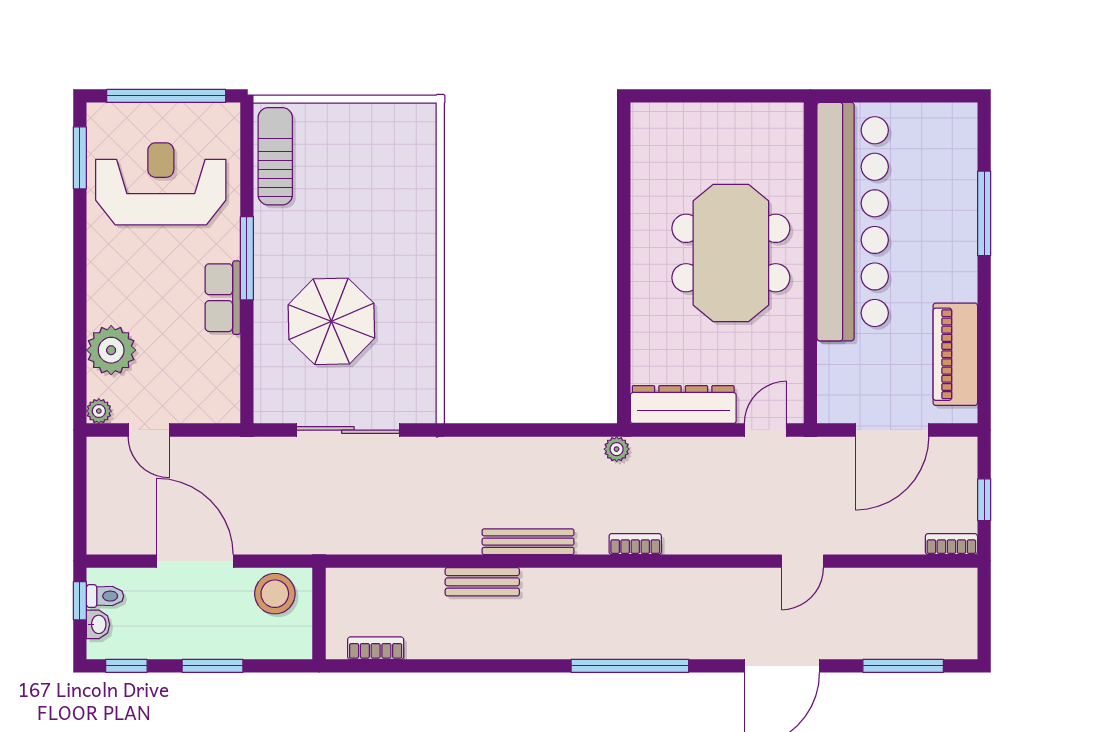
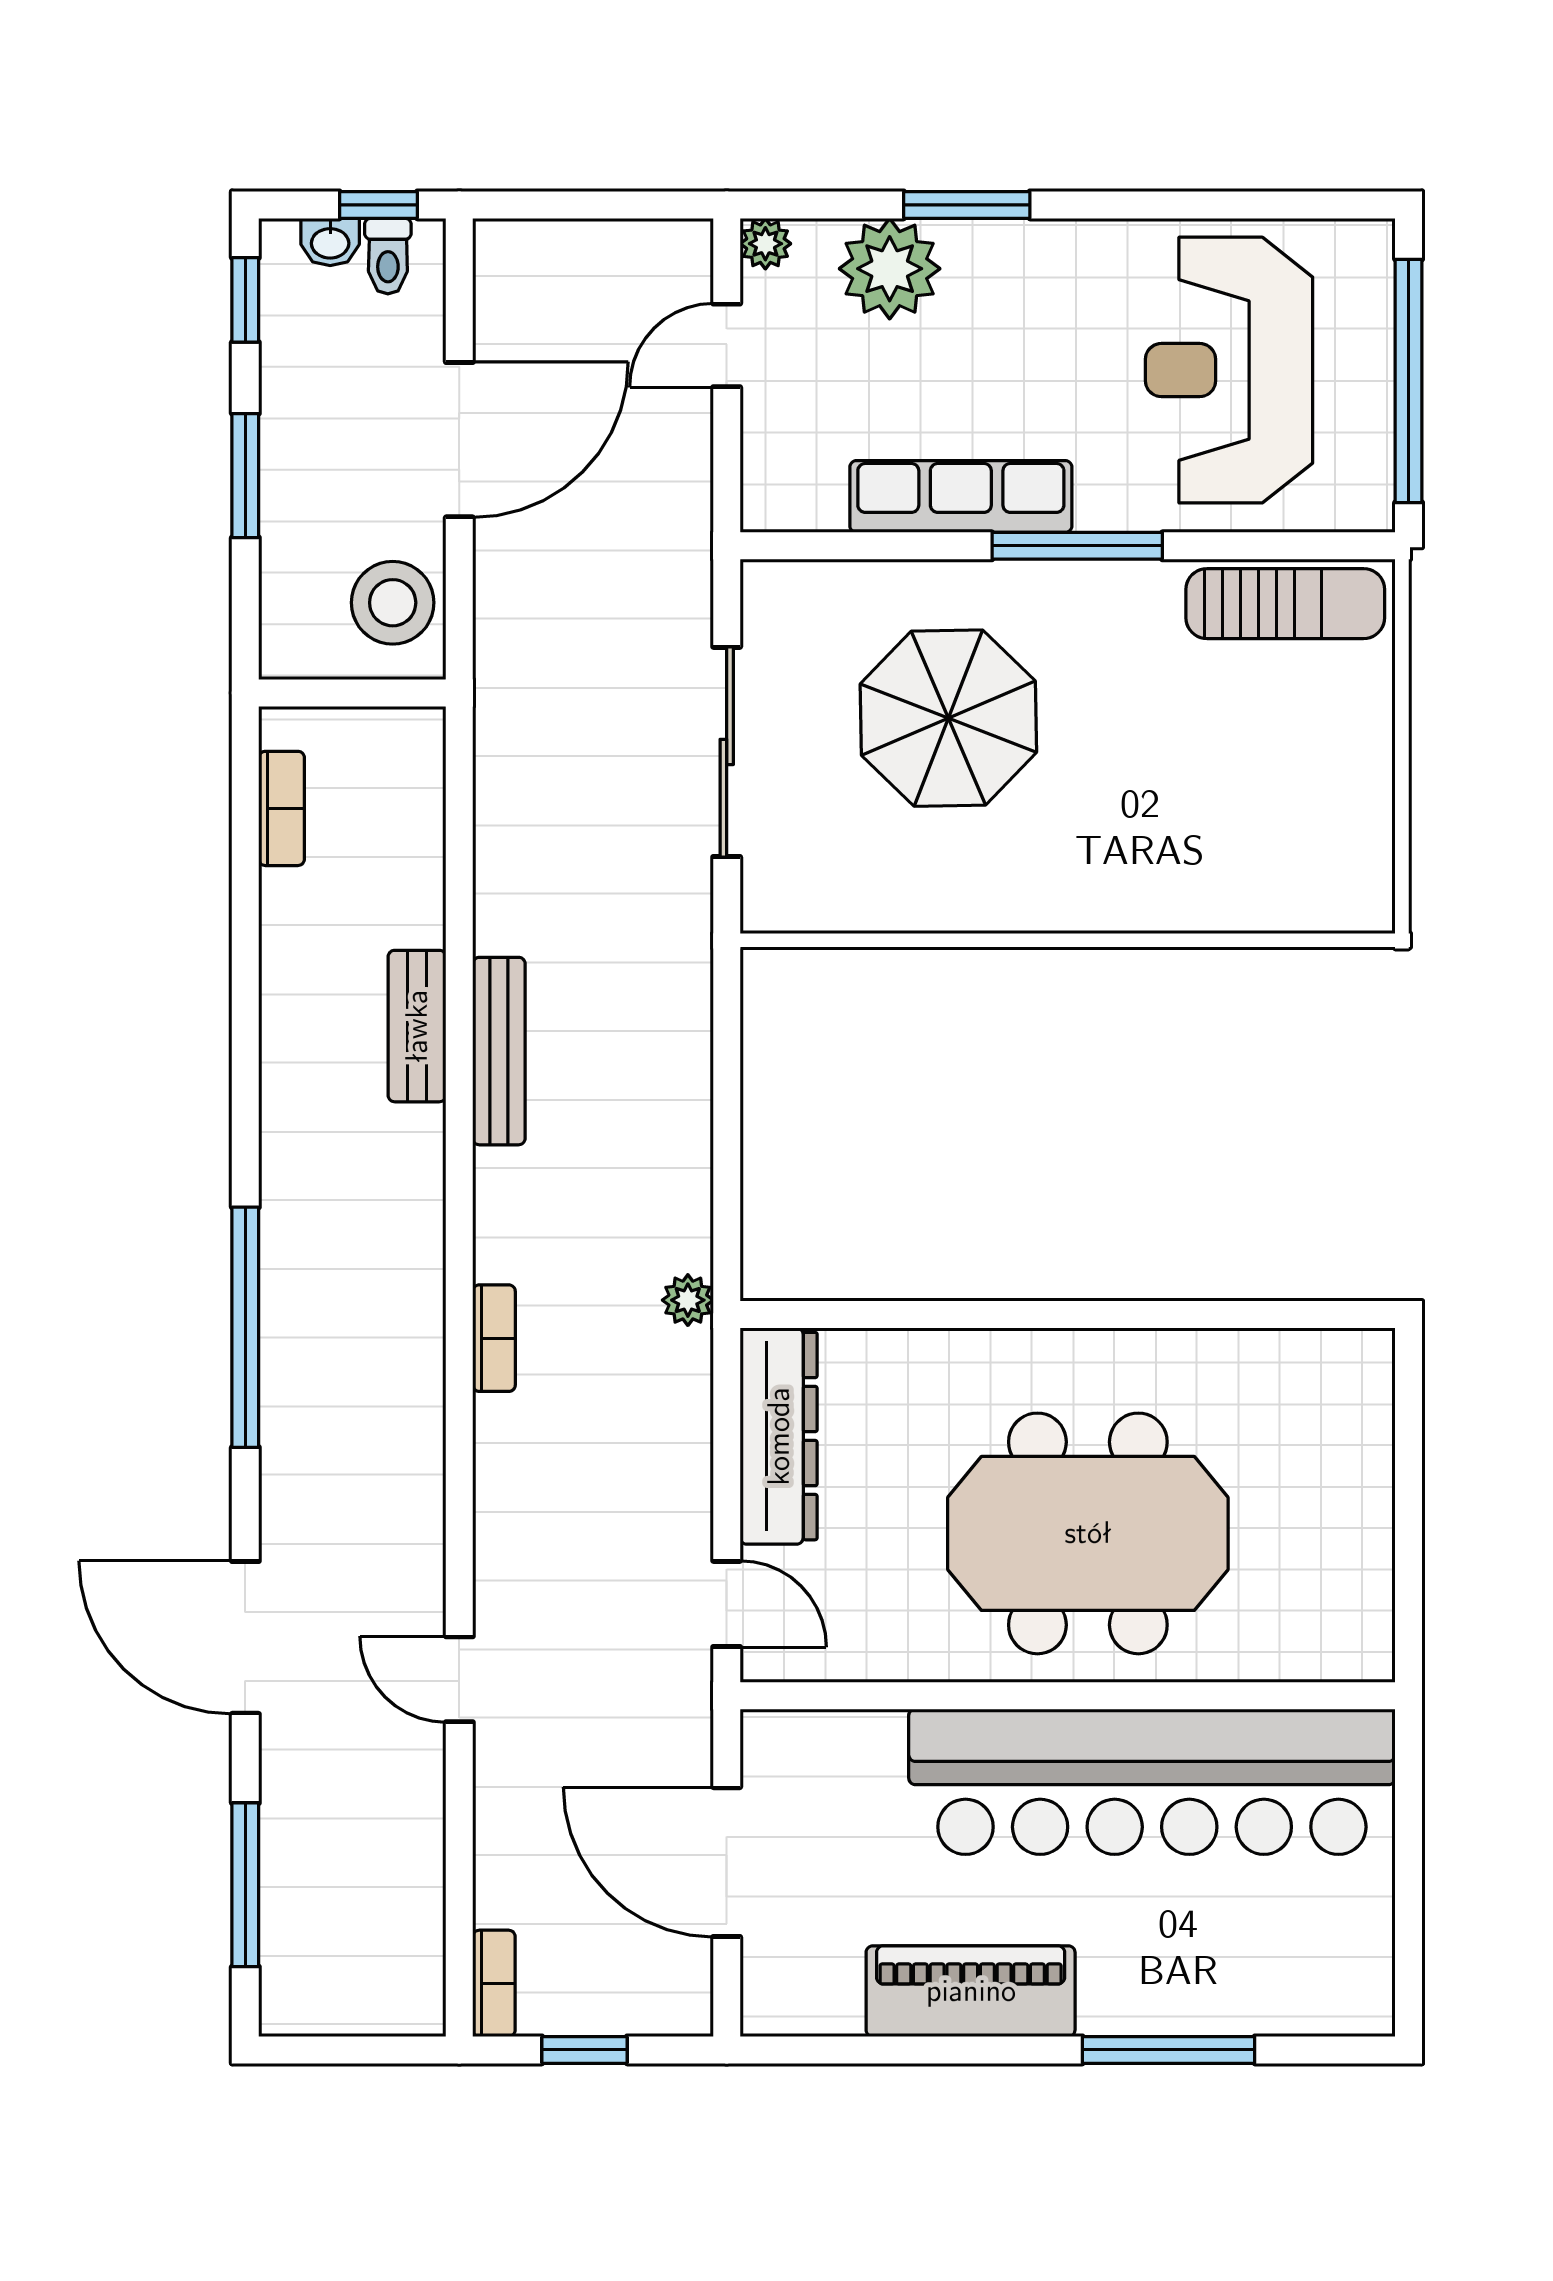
window: (80, 158) -> (967, 205), moved
reception desk: (161, 184) -> (1229, 370), turned 180
row of seats: (223, 298) -> (961, 497), width x1.48
piano: (955, 354) -> (971, 1991), moved
bench: (528, 542) -> (499, 1051), moved

